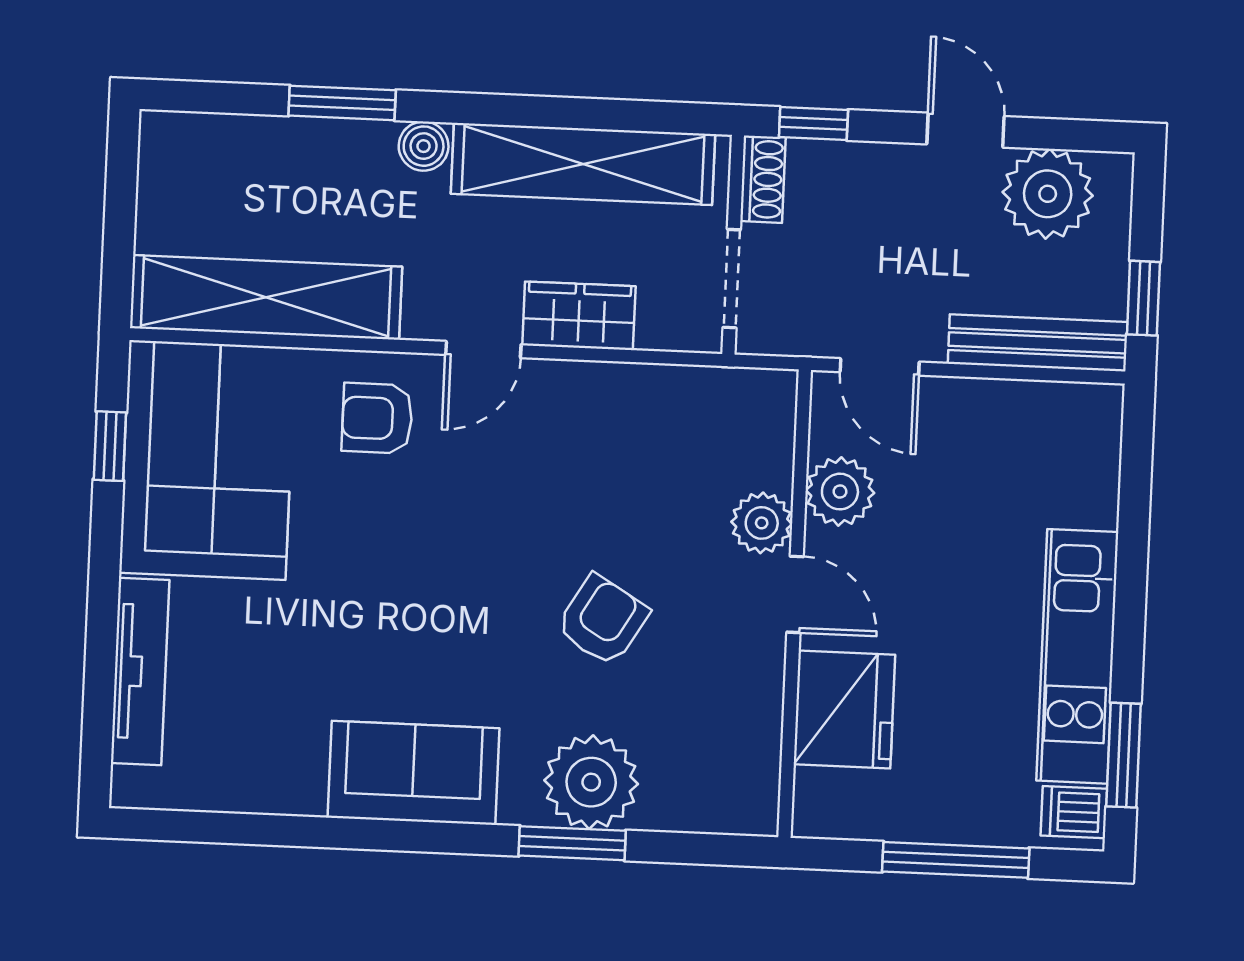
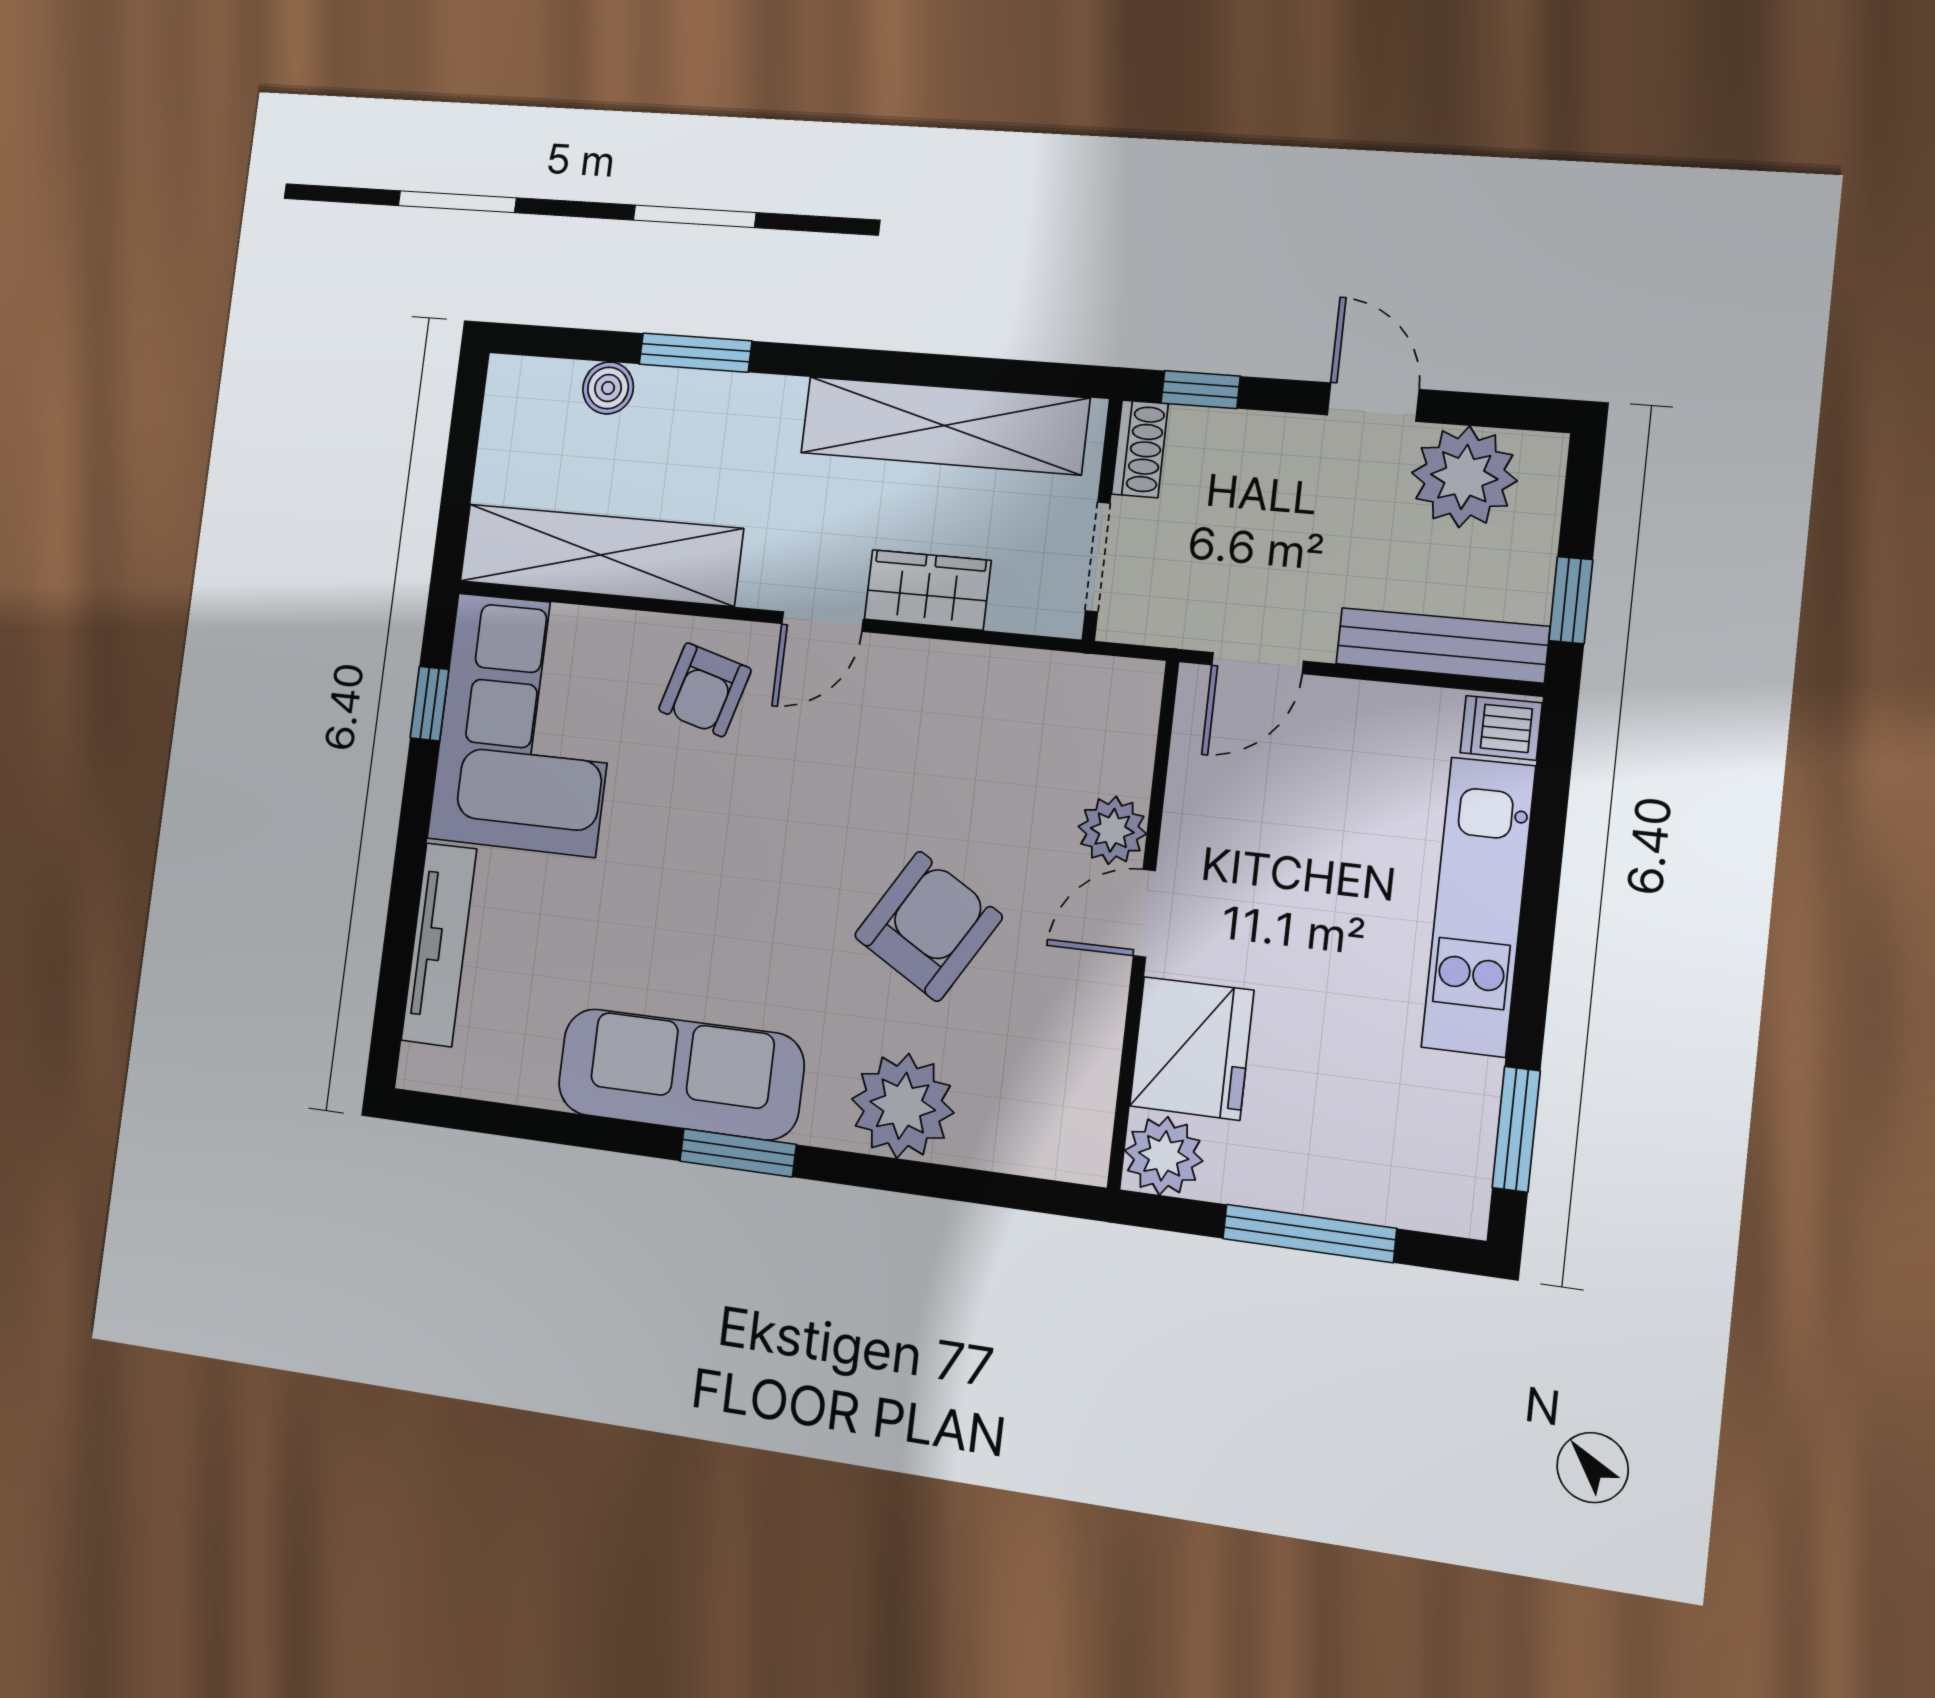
boiler: (424, 146) -> (608, 388), moved
door: (880, 367) -> (1257, 663), hinge flipped
armchair: (377, 418) -> (705, 690), turned -74
plant: (840, 492) -> (1164, 1156), moved
door: (795, 594) -> (1144, 913), swing flipped
armchair: (602, 620) -> (928, 926), width x1.38, depth x1.38
kitchen unit: (1077, 656) -> (1478, 906), moved
sofa: (414, 773) -> (680, 1074), width x1.36
dishwasher: (1074, 812) -> (1501, 728), moved
window: (572, 843) -> (738, 1153), moved

